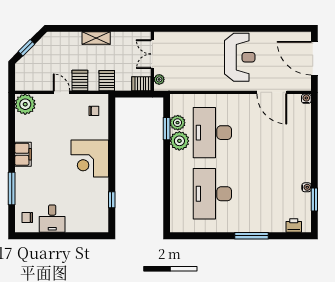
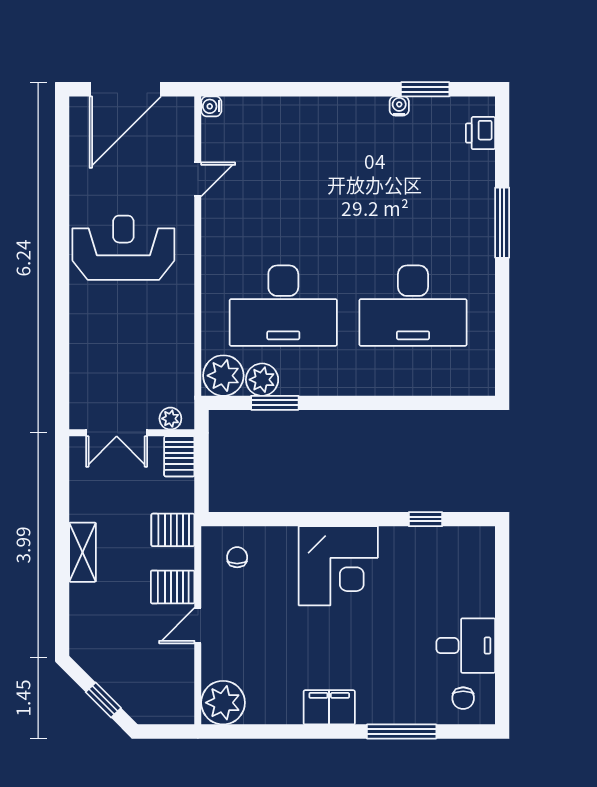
door: (272, 92) -> (198, 179), width x0.53
plant: (179, 141) -> (223, 376), moved

